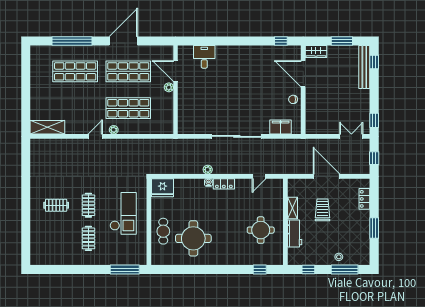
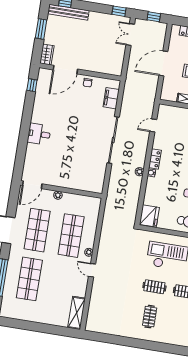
desk: (204, 57) -> (39, 134), moved
door: (176, 71) -> (32, 185), moved
door: (259, 176) -> (153, 126), swing flipped

